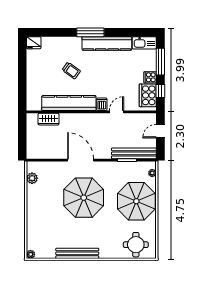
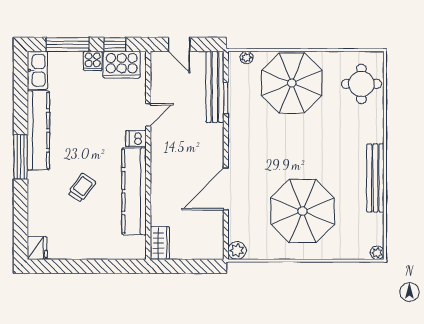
door: (117, 112) -> (148, 115), swing flipped
wardrobe: (48, 119) -> (160, 243), moved
door: (81, 160) -> (226, 189), moved
plant: (32, 178) -> (237, 250), moved
parasol: (84, 198) -> (303, 211), moved

